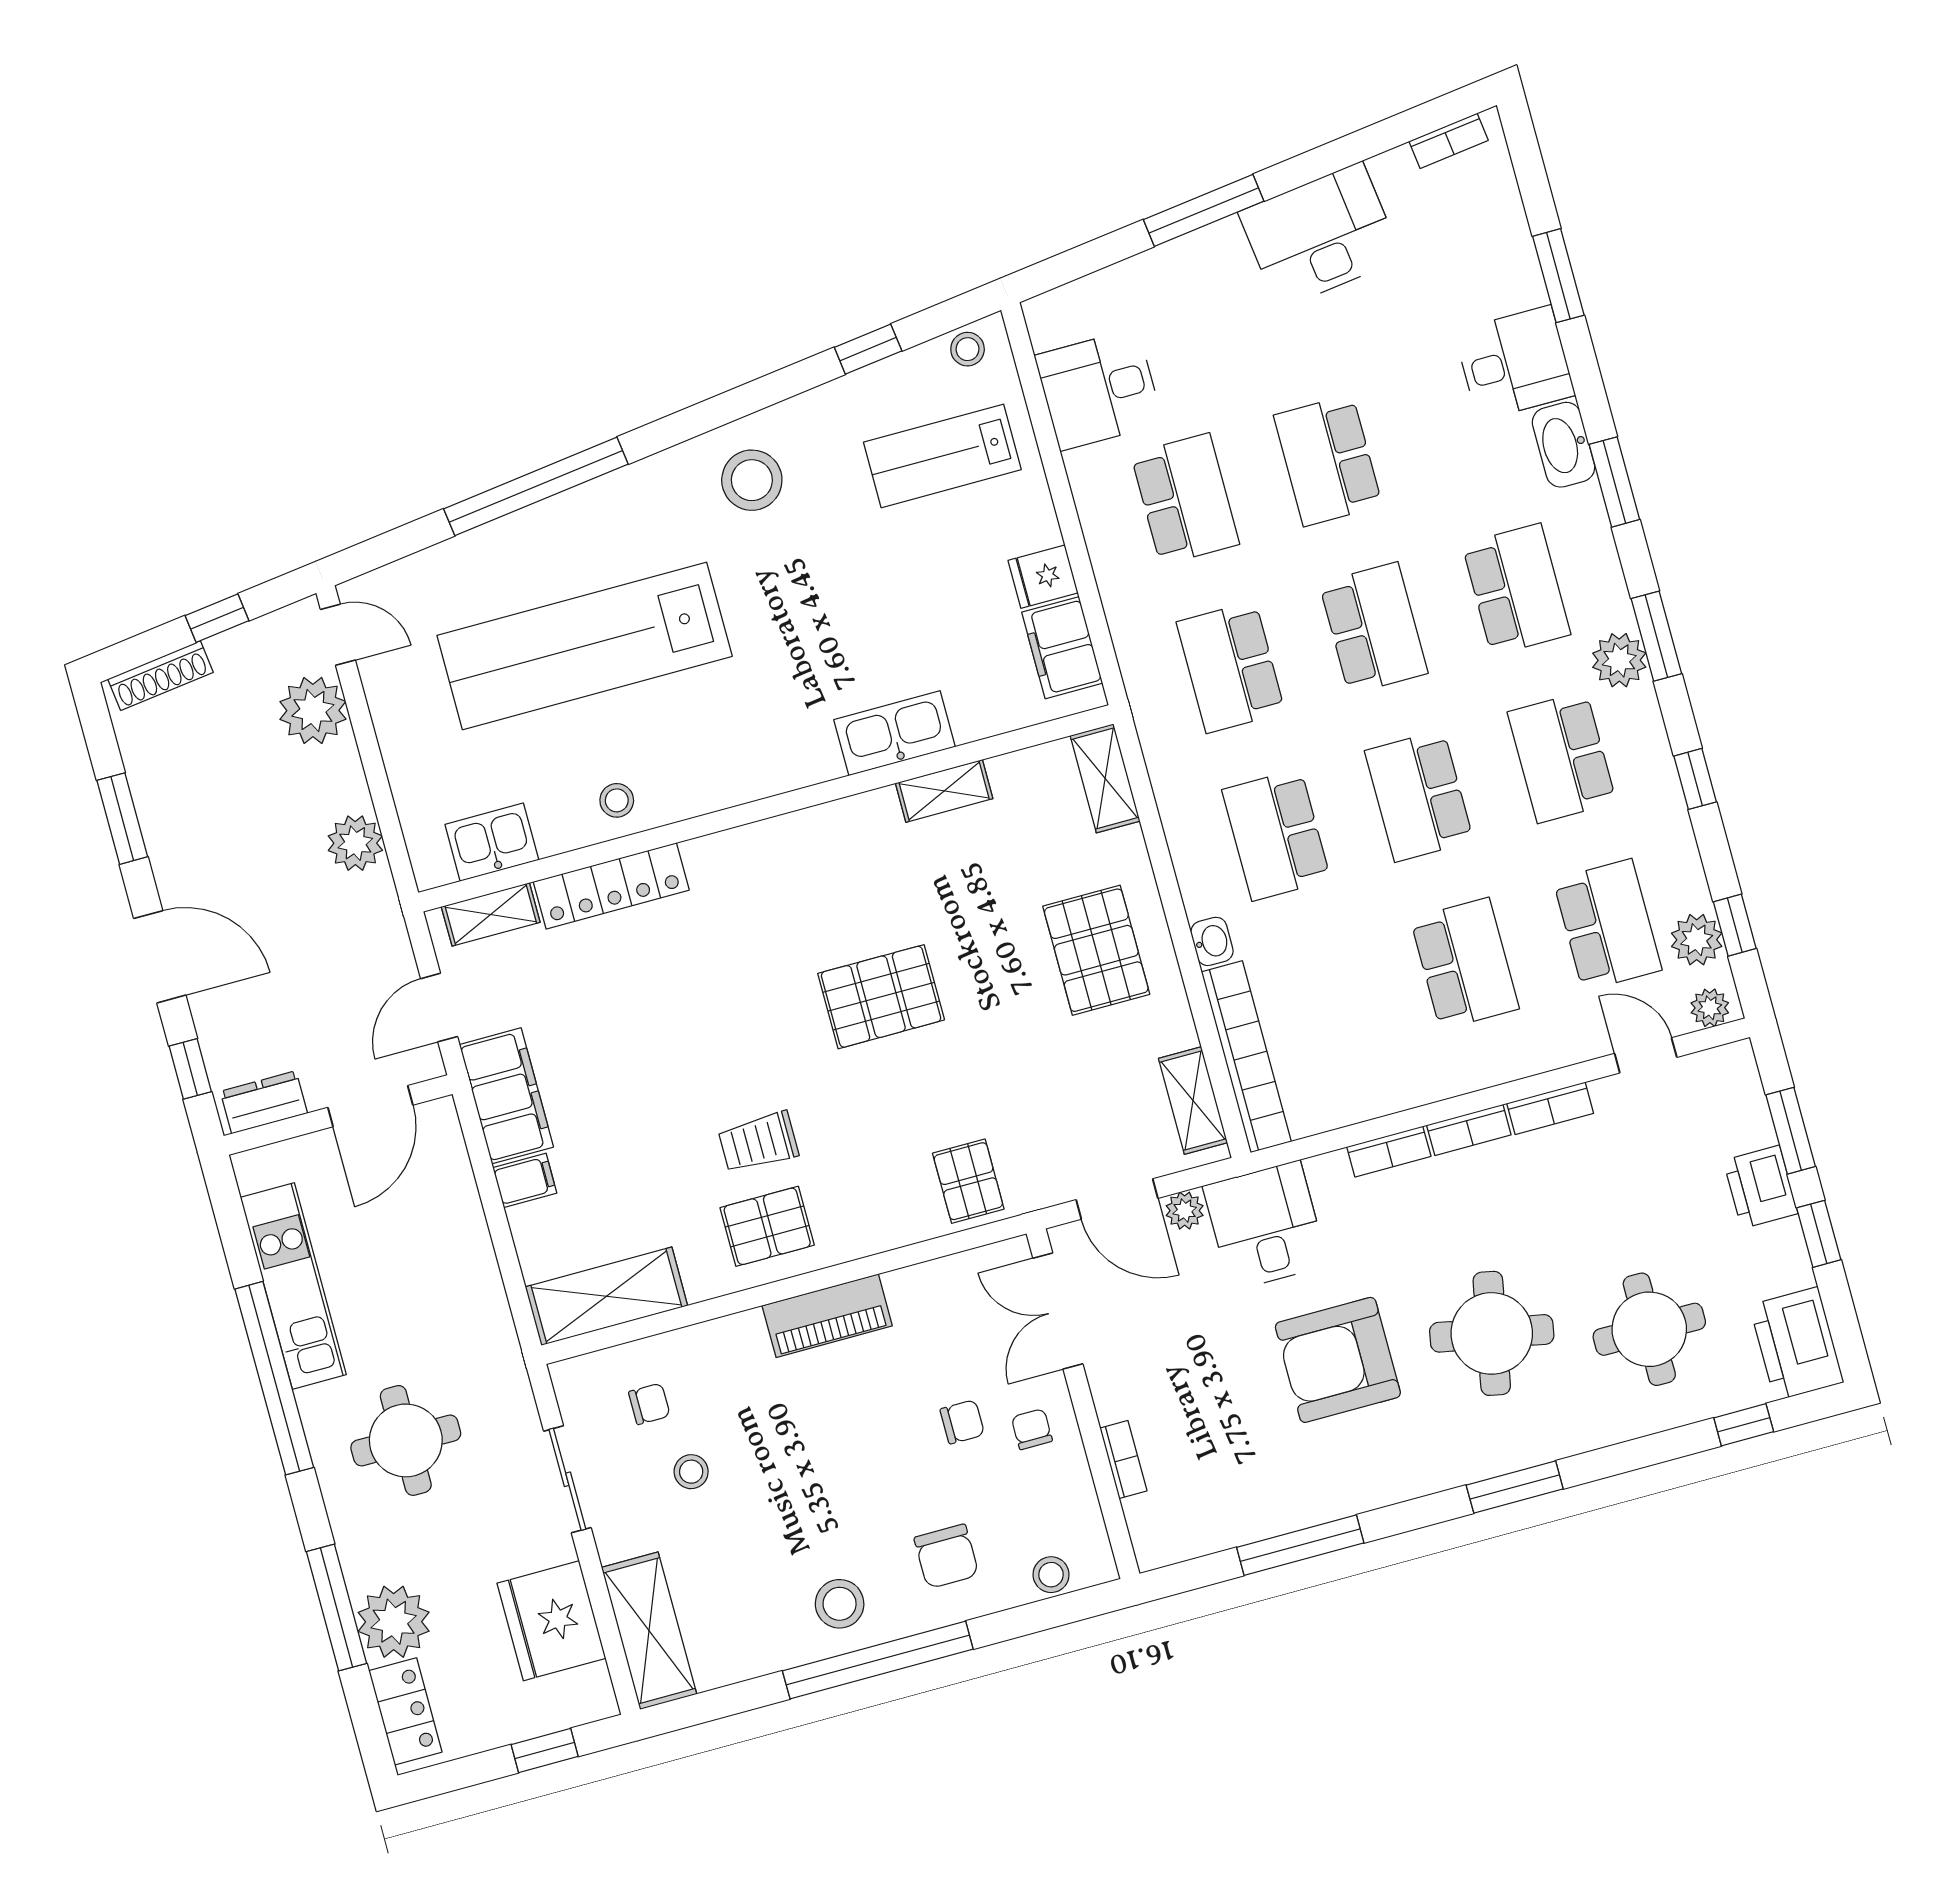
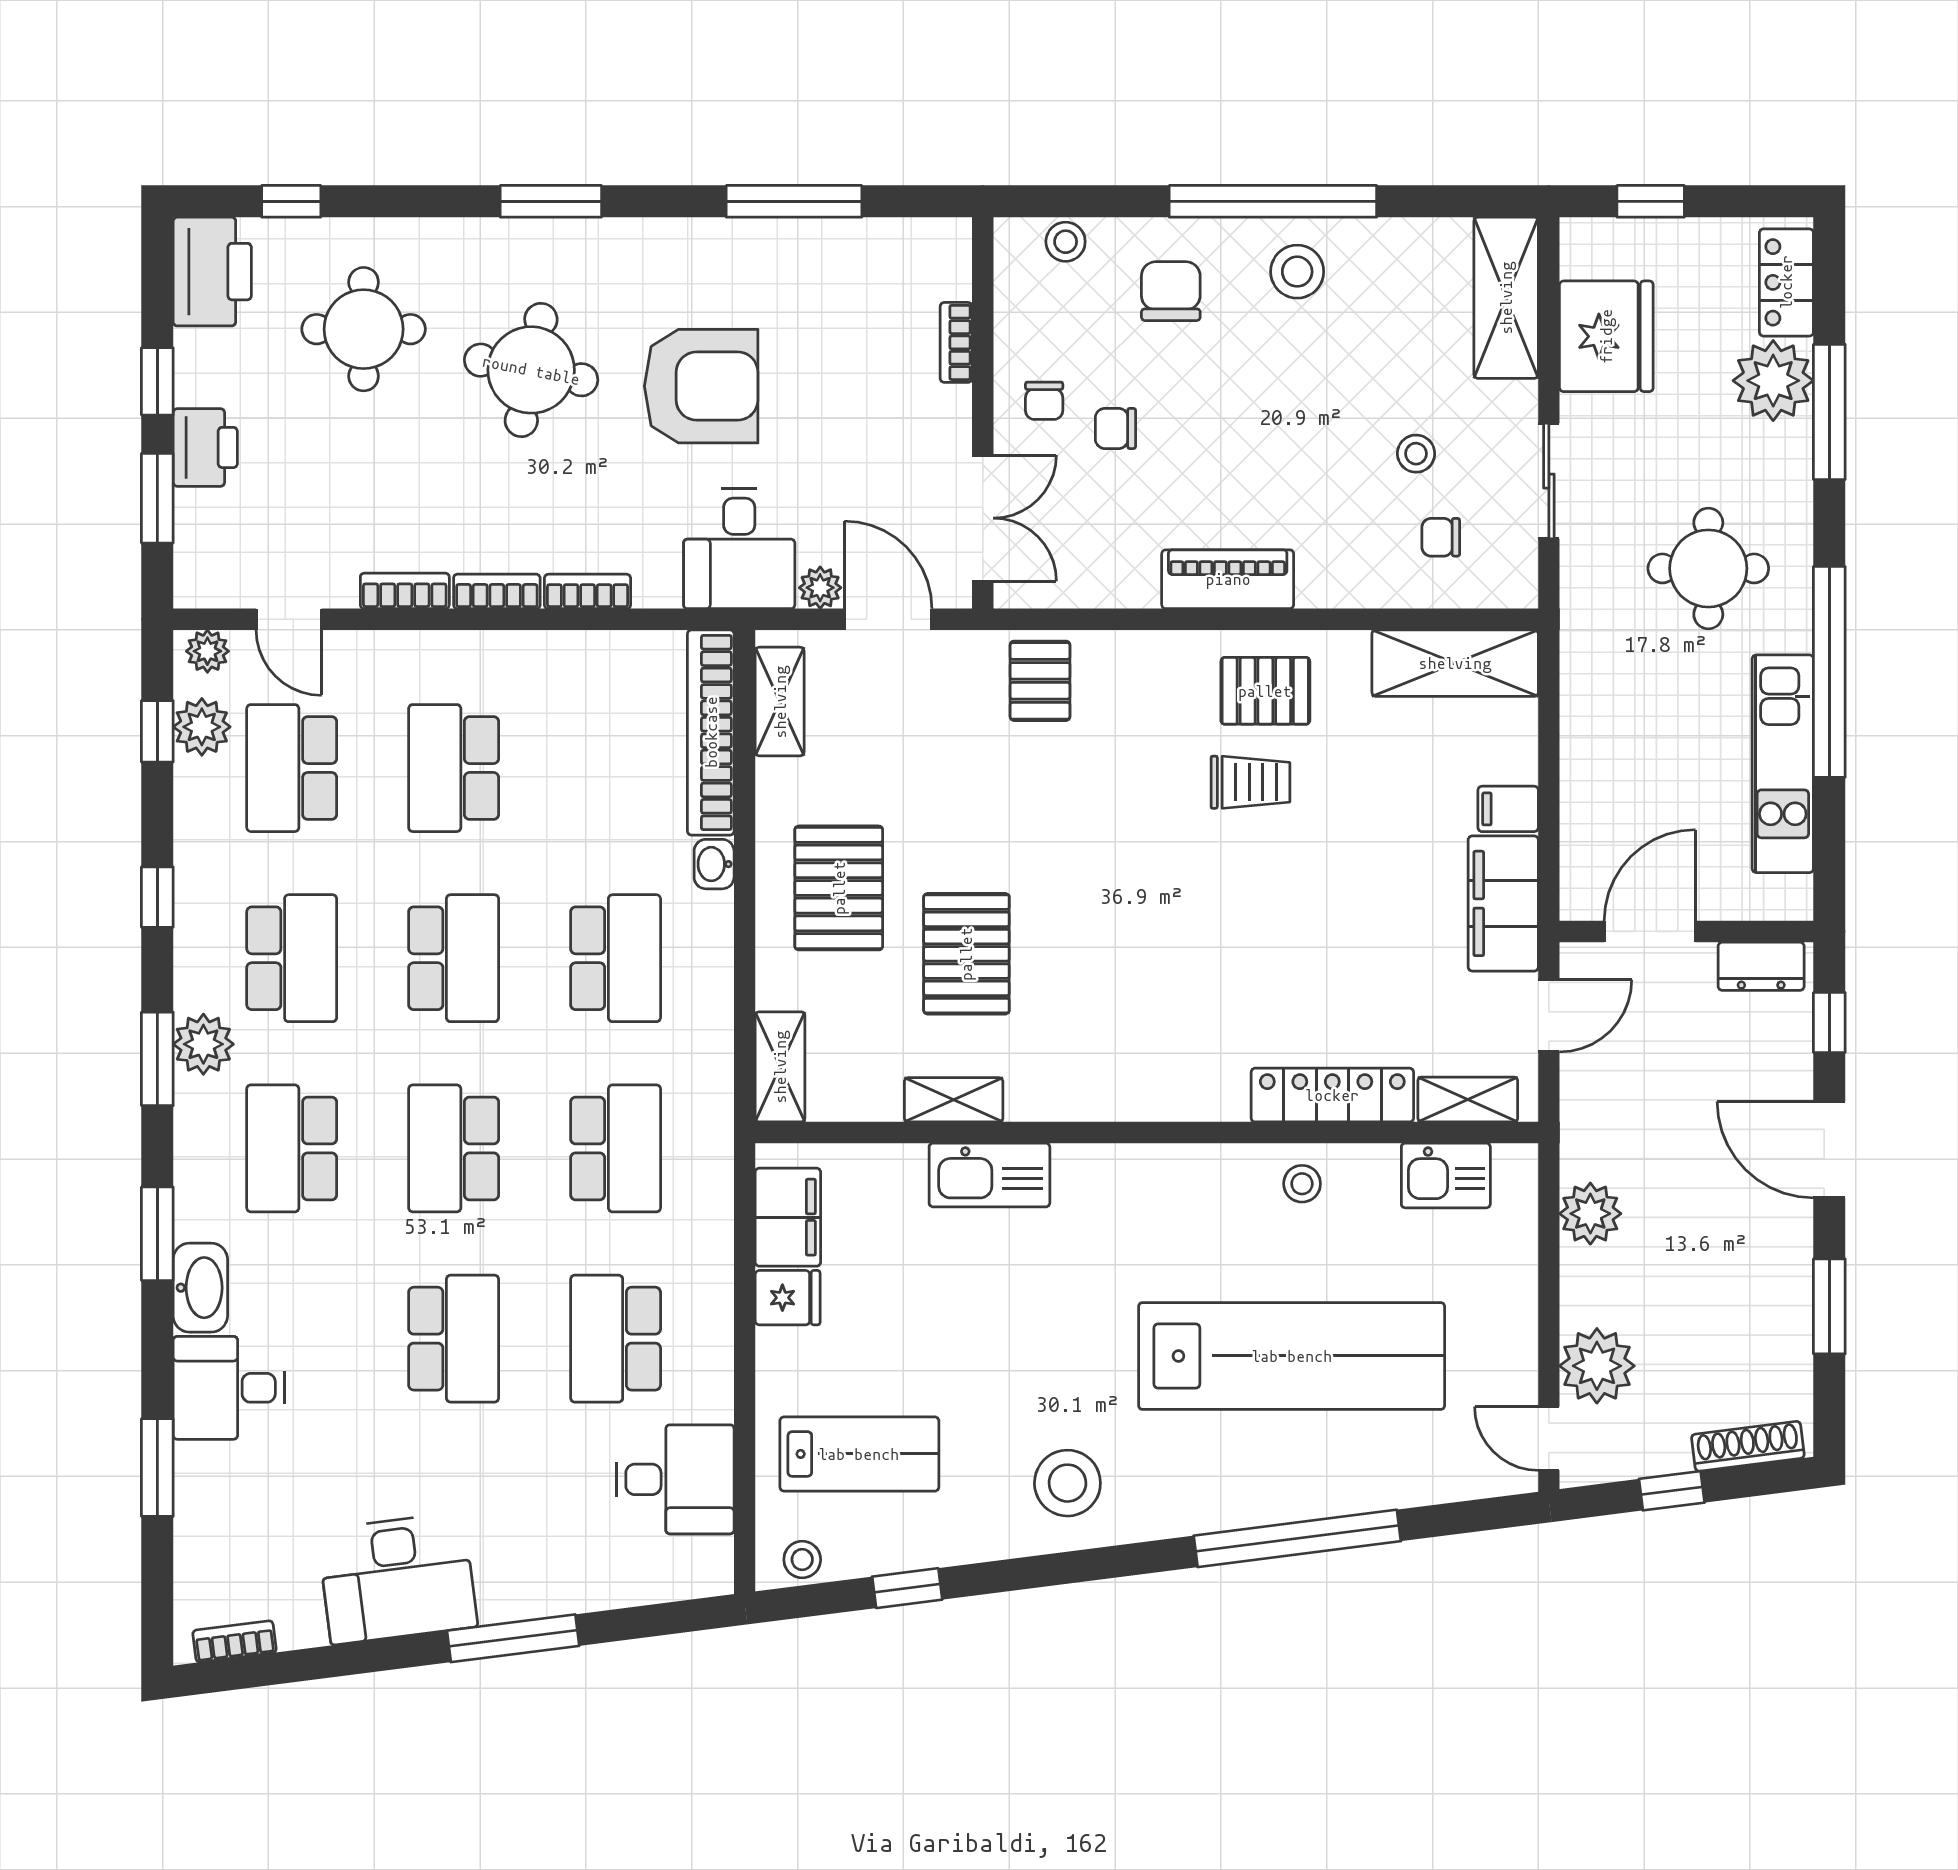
pallet: (881, 997) -> (966, 954), moved, turned 90

